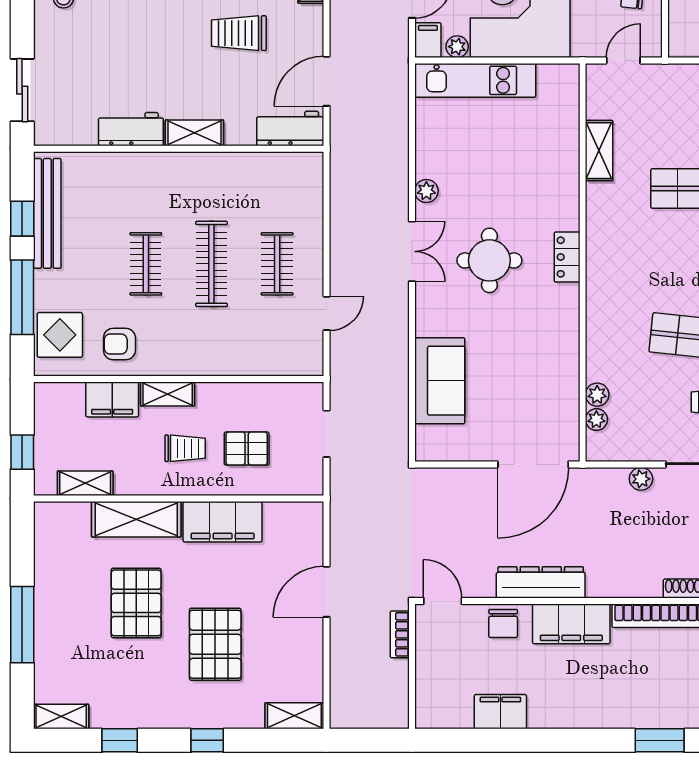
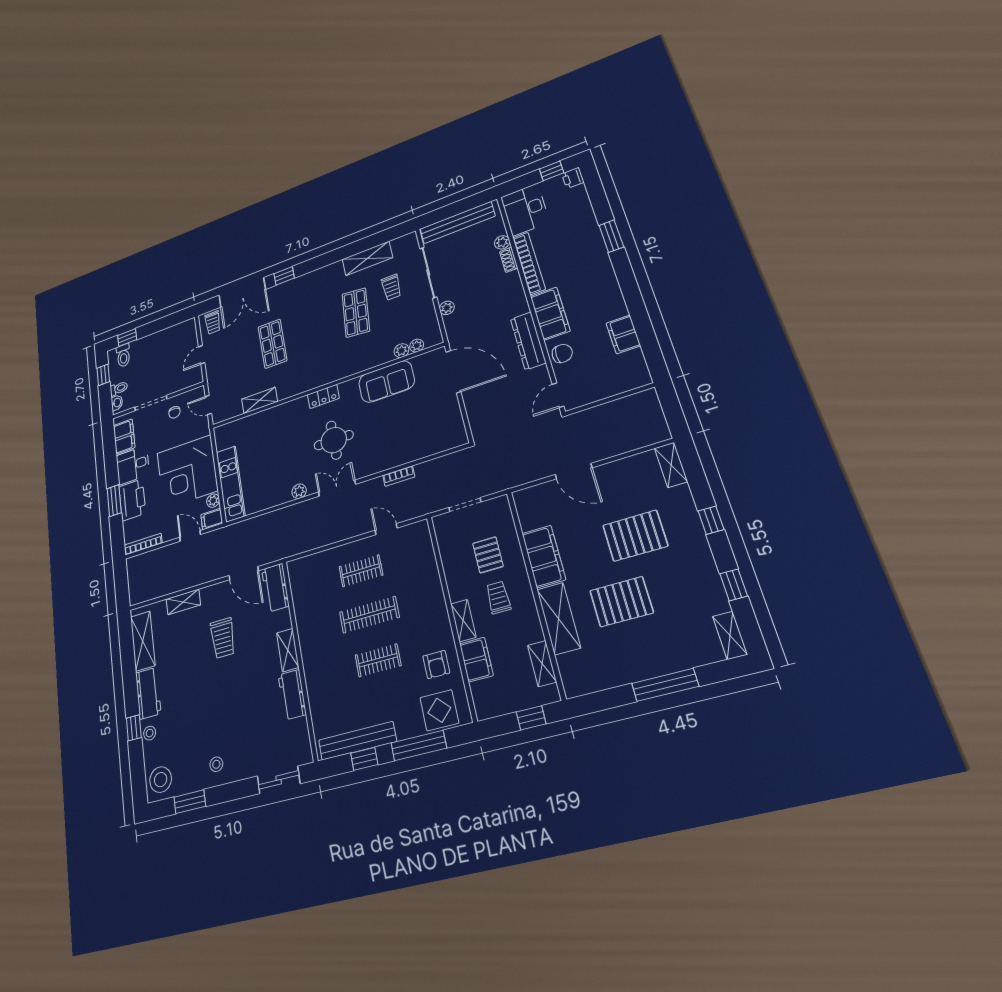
sofa: (440, 381) -> (386, 382), moved, turned 180
bookcase: (400, 634) -> (399, 476), moved

